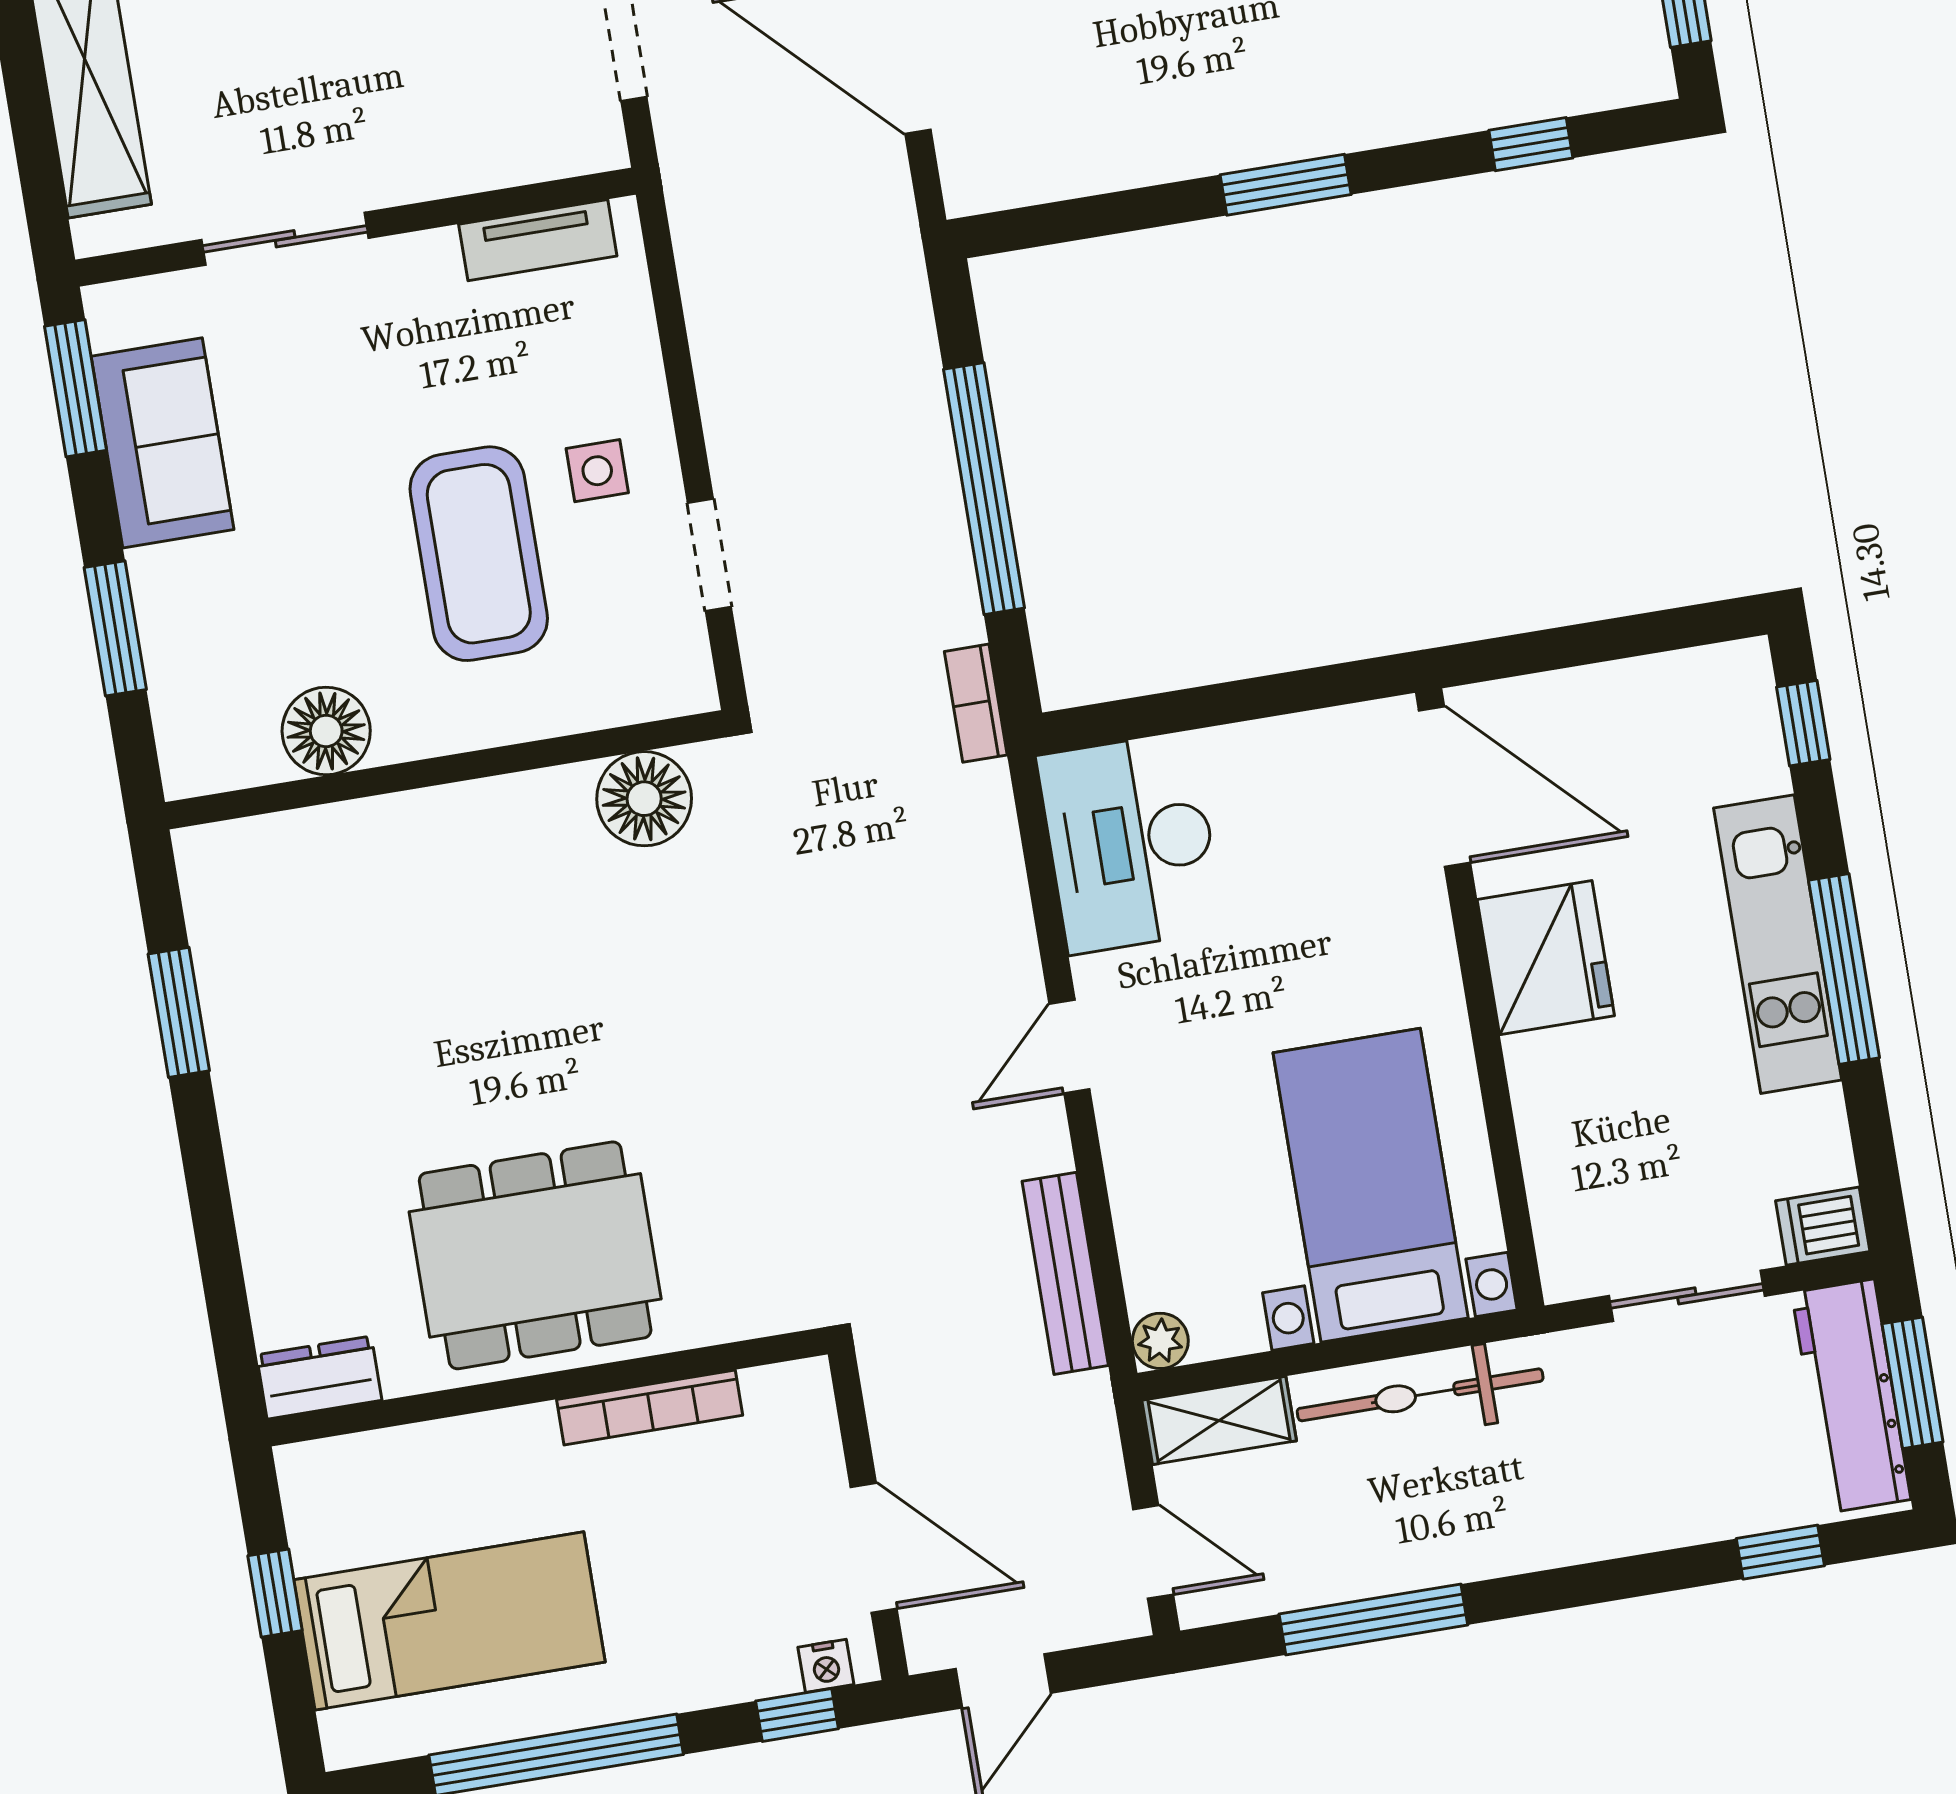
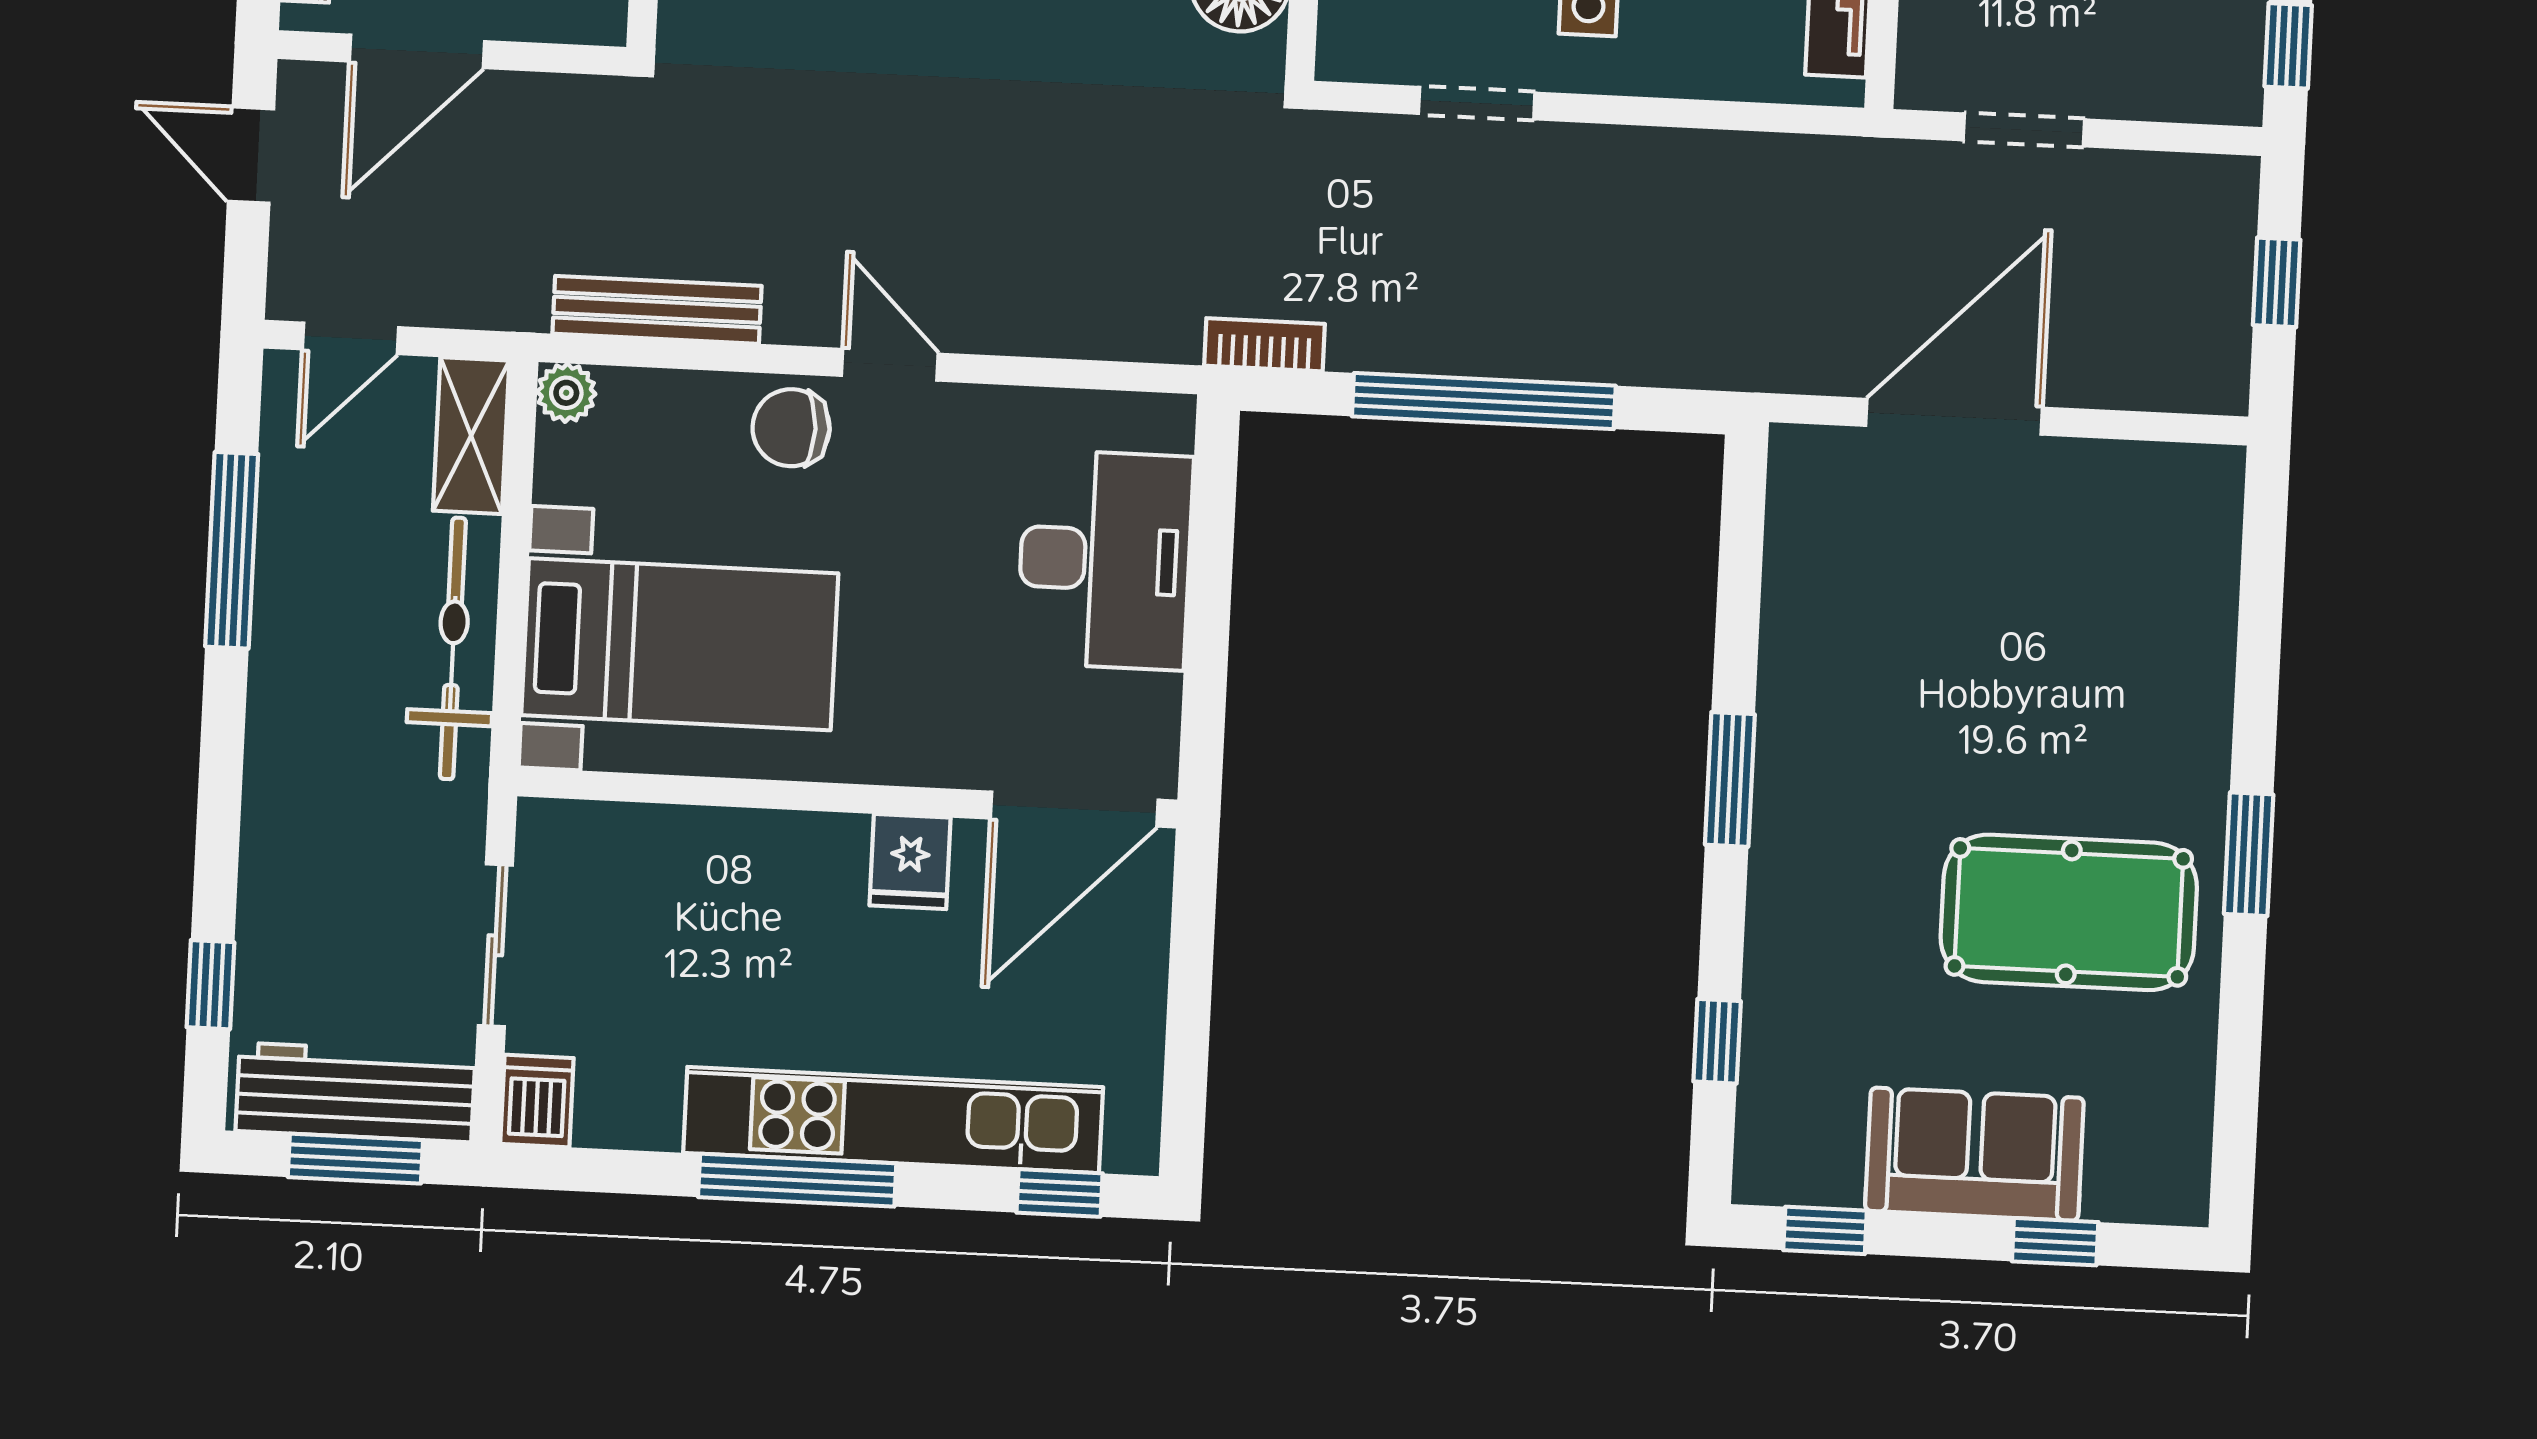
desk: (1131, 843) -> (1105, 560), moved, turned 90
kitchen unit: (1778, 944) -> (893, 1120), width x1.36
fridge: (1546, 958) -> (910, 862), width x0.53, depth x0.75
chair: (1148, 1125) -> (791, 428), added

